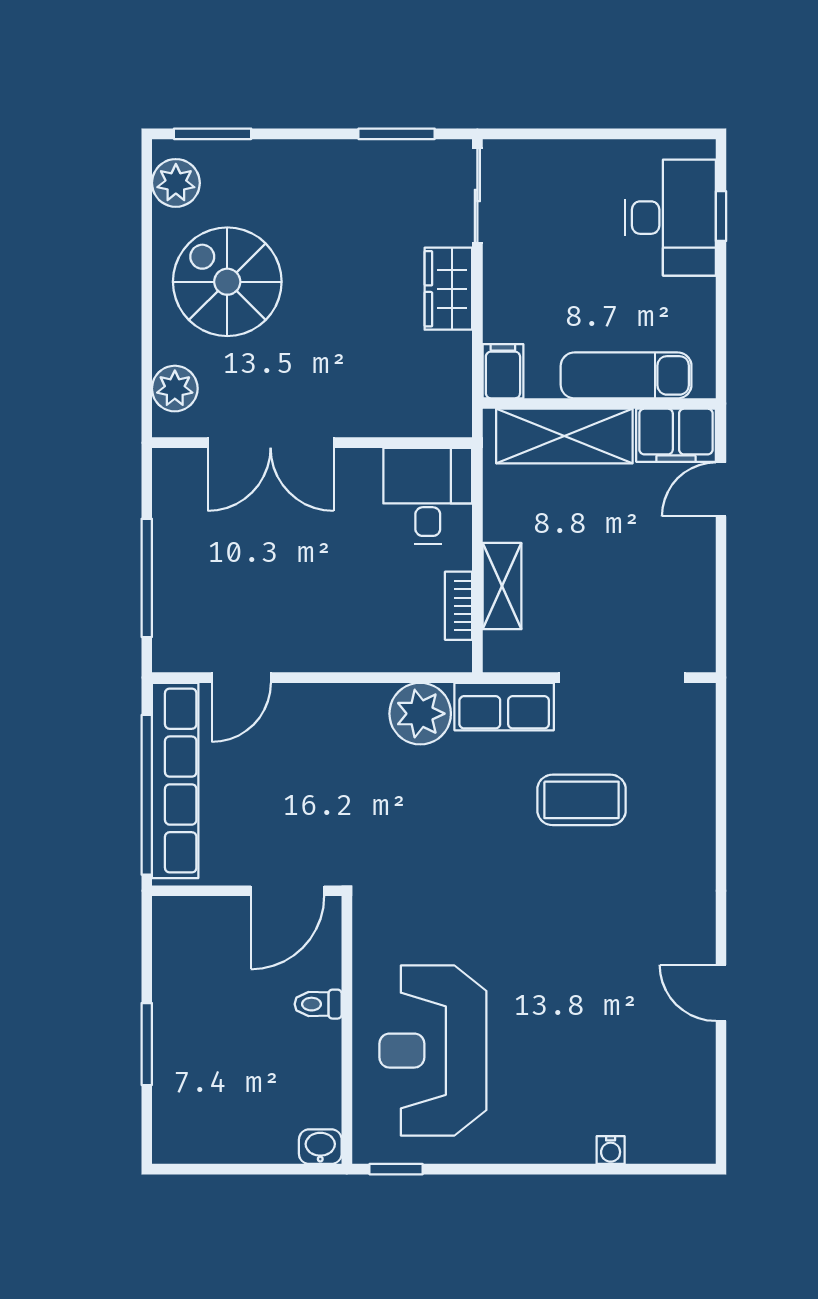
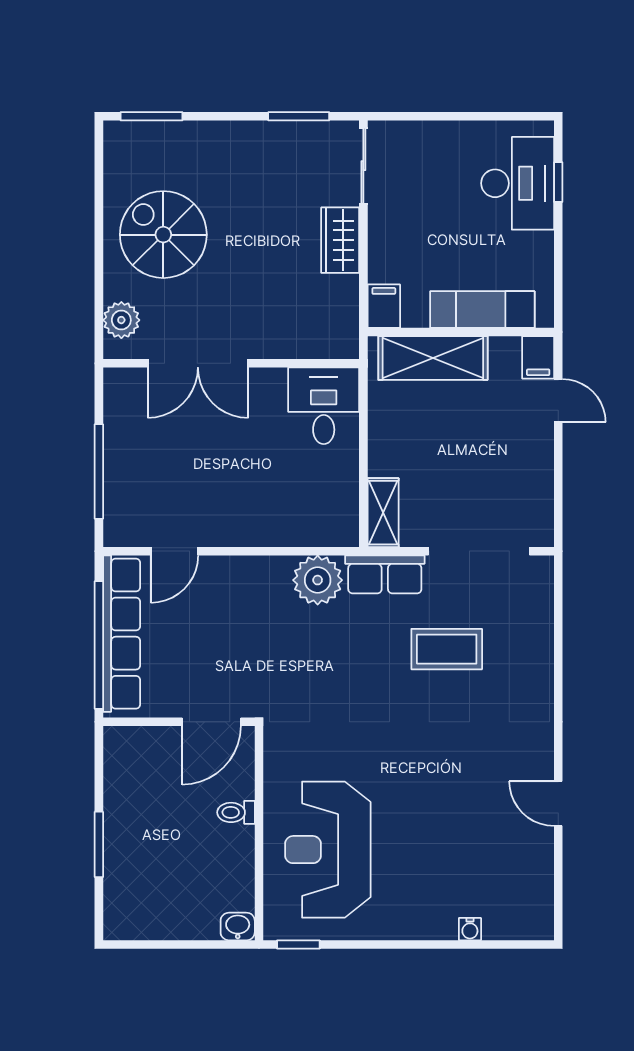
plant: (176, 183) -> (122, 156), removed
filing cabinet: (676, 435) -> (538, 357), width x0.50
door: (721, 489) -> (558, 401), swing flipped
shelving: (502, 586) -> (383, 513), moved
bookcase: (459, 606) -> (348, 494), removed

